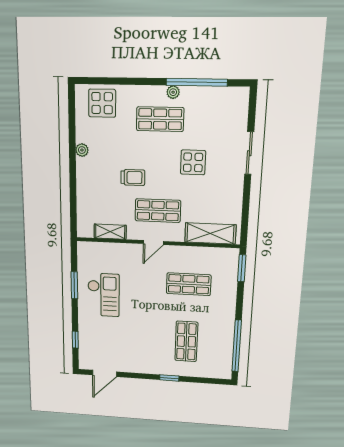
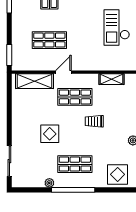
window: (197, 82) -> (73, 190), moved
plant: (173, 92) -> (49, 183), moved
sliding door: (249, 153) -> (9, 161), moved
door: (153, 242) -> (63, 72), moved

